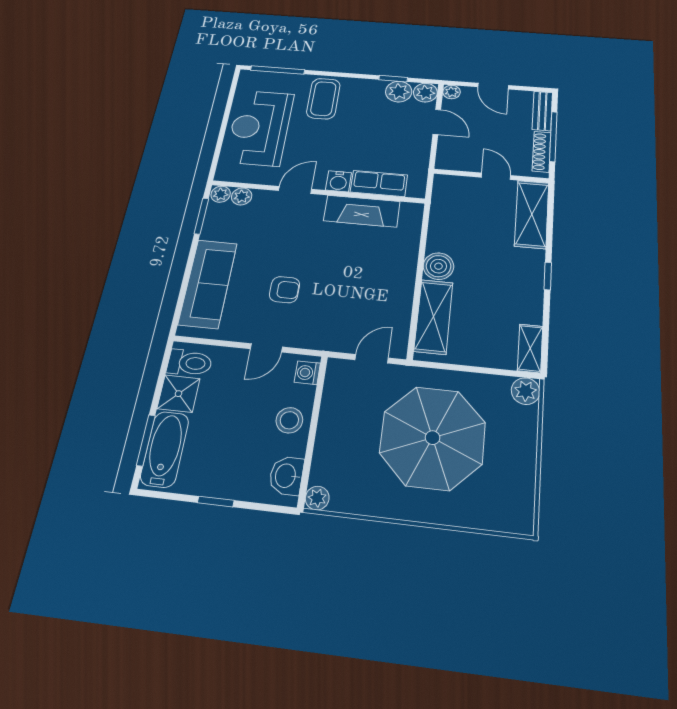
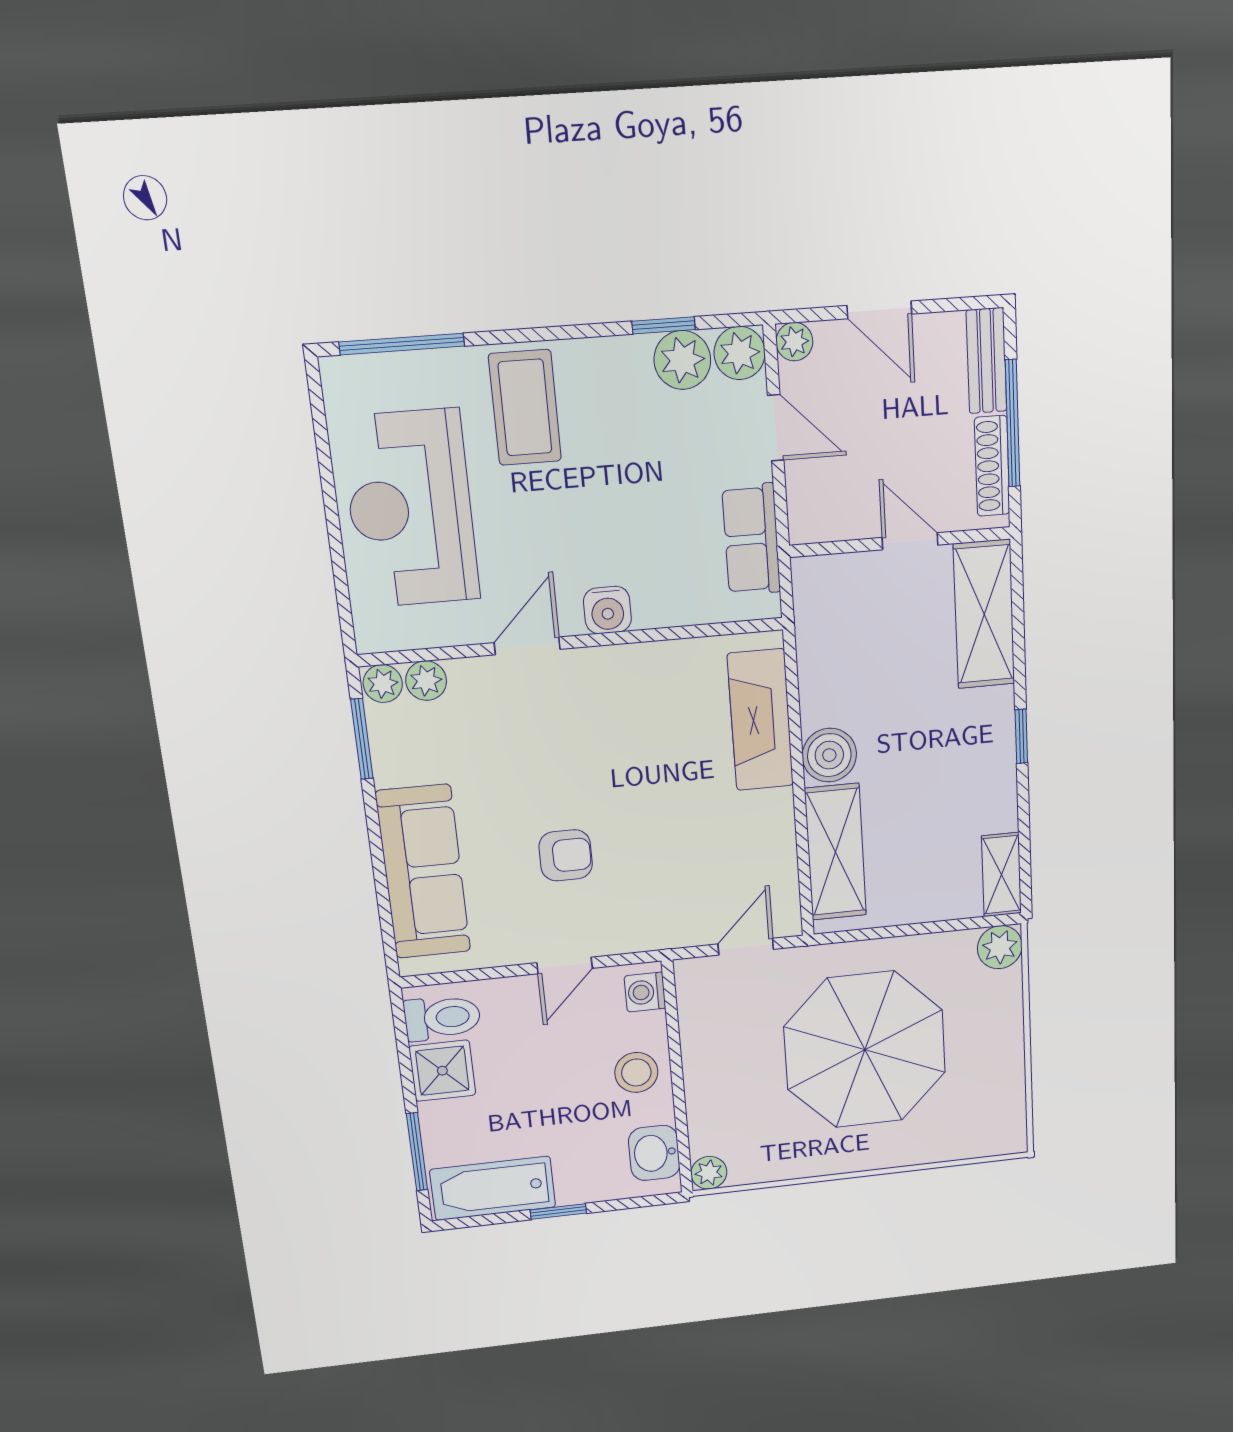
row of seats: (379, 183) -> (751, 540), moved, turned -90
fireplace: (362, 211) -> (760, 720), moved, turned 90
bathtub: (165, 449) -> (493, 1188), moved, turned -90

